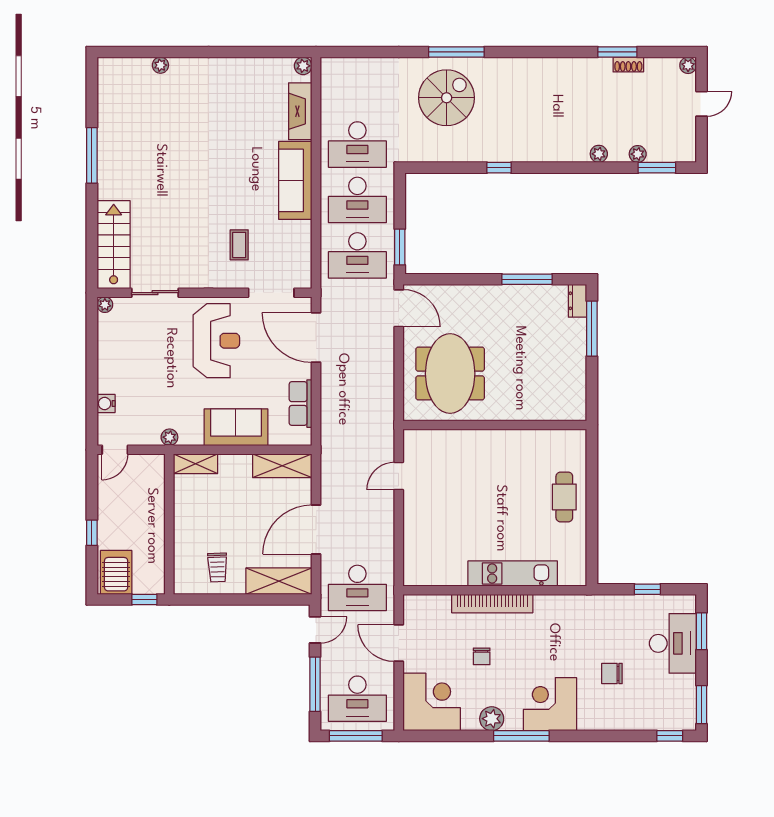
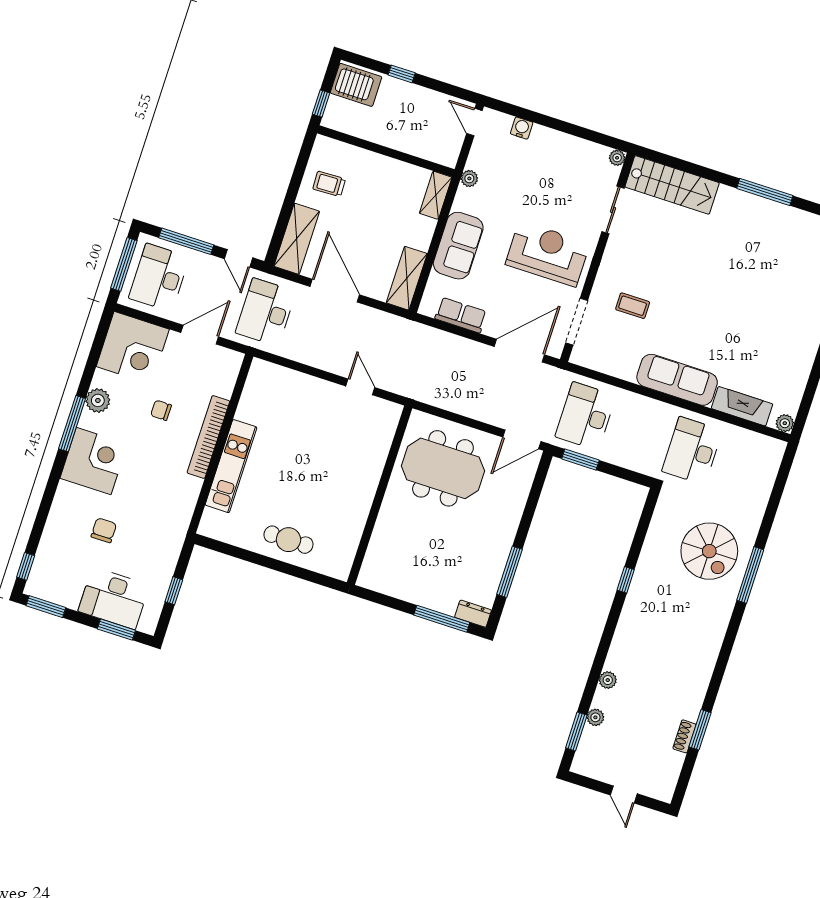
plant: (688, 65) -> (665, 794), removed
desk: (357, 200) -> (639, 433), removed
reception desk: (216, 341) -> (548, 254), turned 180

